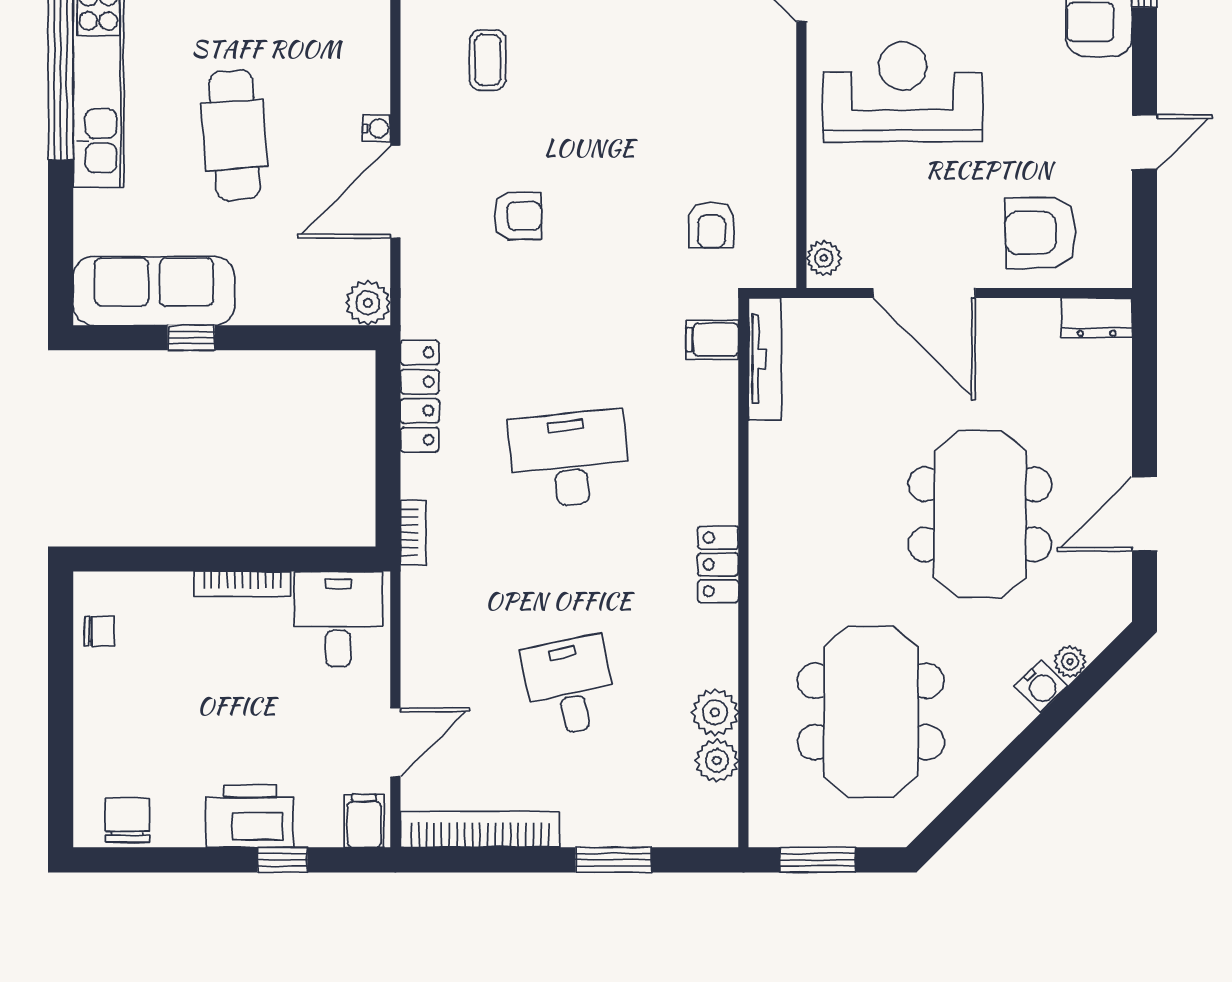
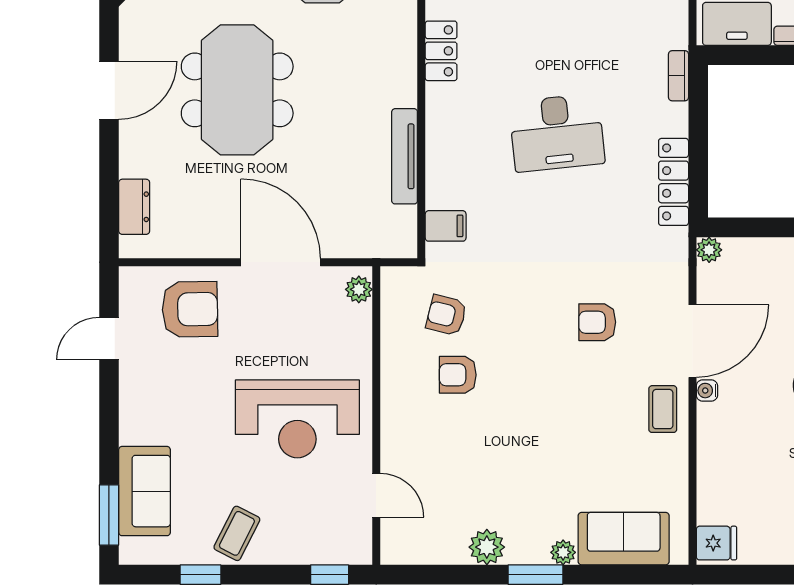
coffee table: (488, 60) -> (663, 409), moved
door: (1145, 142) -> (109, 339), moved
armchair: (697, 149) -> (458, 375), added
armchair: (711, 225) -> (446, 315), turned -76
plant: (368, 303) -> (709, 250), width x0.73, depth x0.73
dresser: (1097, 318) -> (134, 207), moved, turned 90
tv unit: (765, 359) -> (405, 156), moved

